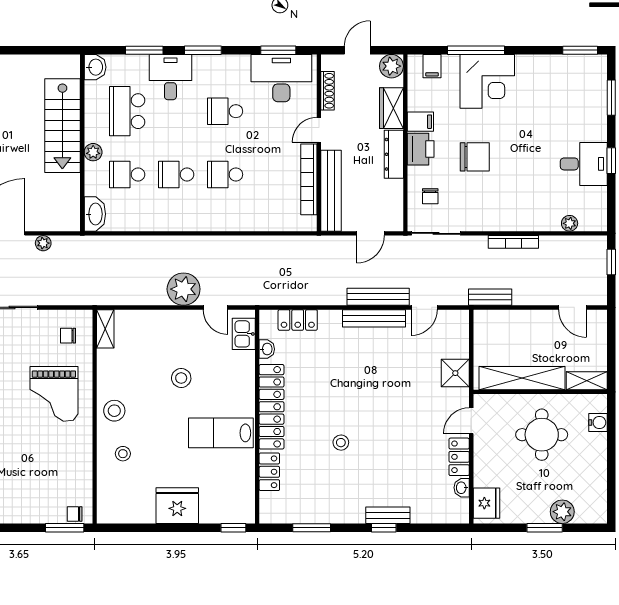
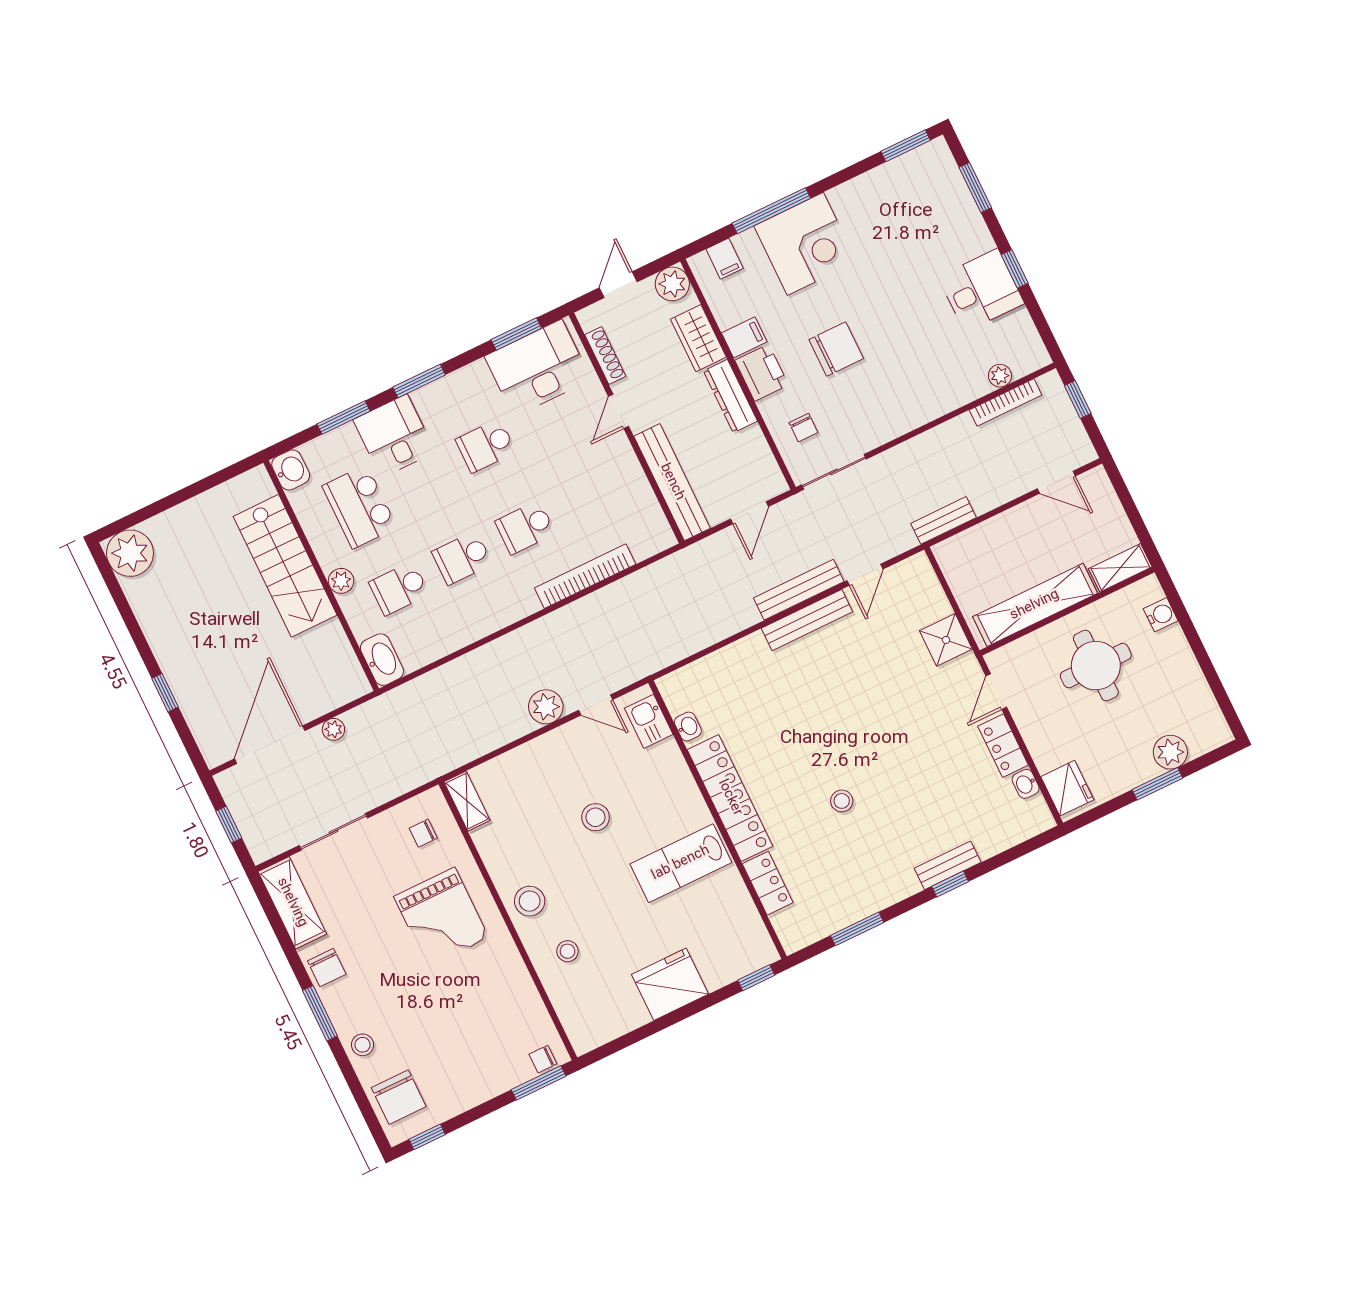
bookcase: (309, 179) -> (585, 576), moved, turned 90
bookcase: (513, 242) -> (1006, 402), moved
plant: (184, 289) -> (546, 707), width x0.73, depth x0.73
locker: (298, 320) -> (710, 670), removed

